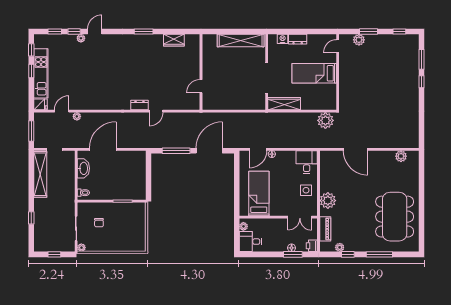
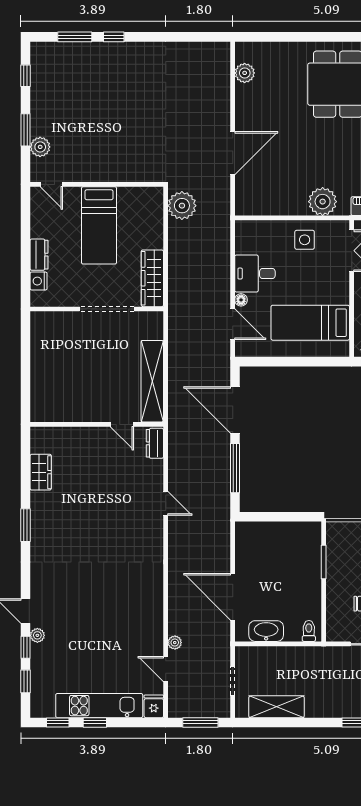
shelving: (241, 40) -> (152, 381), moved
dresser: (139, 105) -> (155, 443), moved
desk: (307, 162) -> (255, 274), moved
shelving: (40, 174) -> (276, 707), width x0.68

